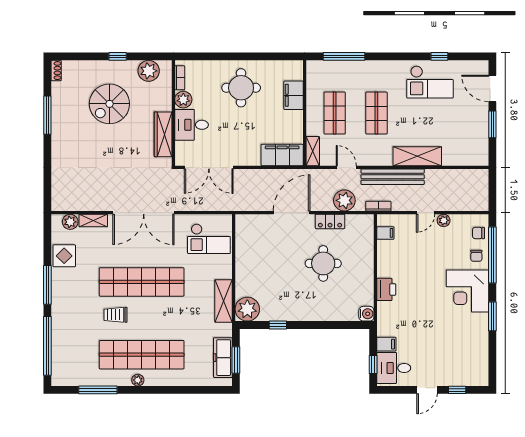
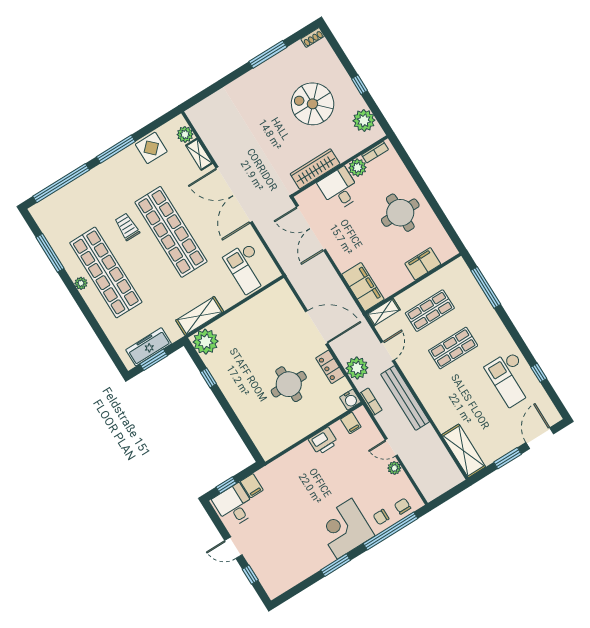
shelving: (417, 156) -> (464, 451), moved
printer: (386, 289) -> (323, 441), moved
water cooler: (366, 314) -> (350, 400), moved

